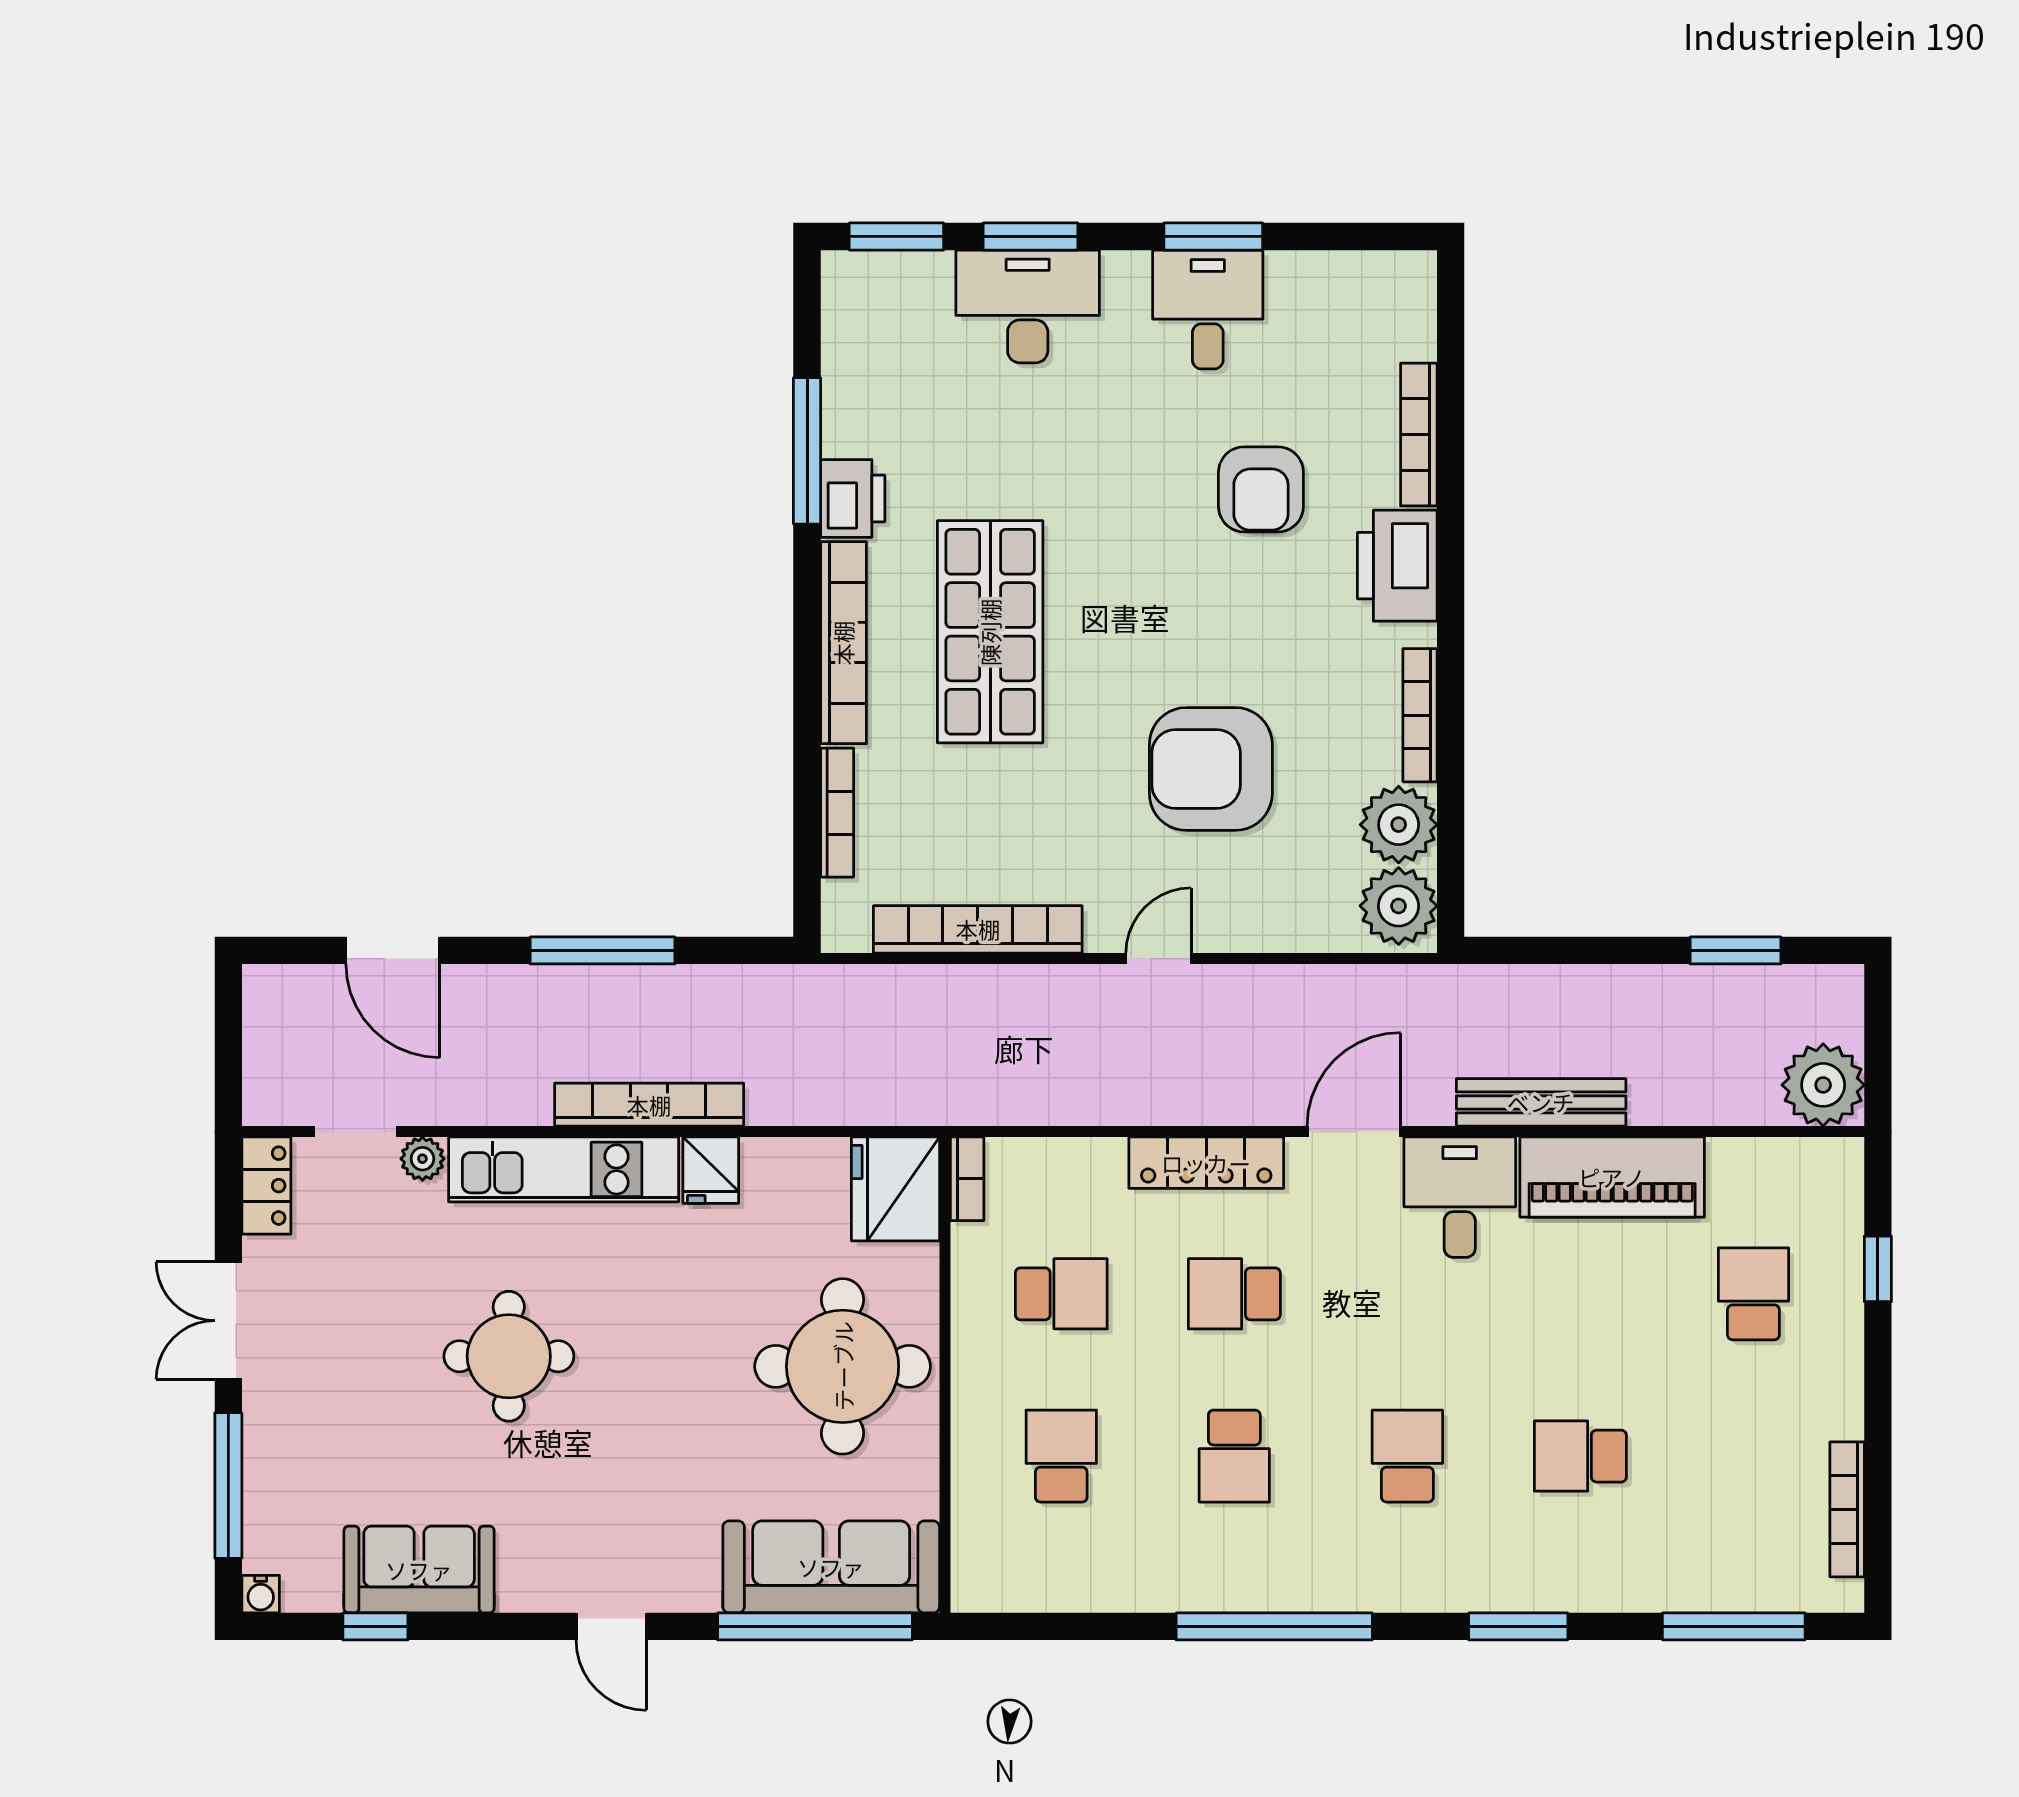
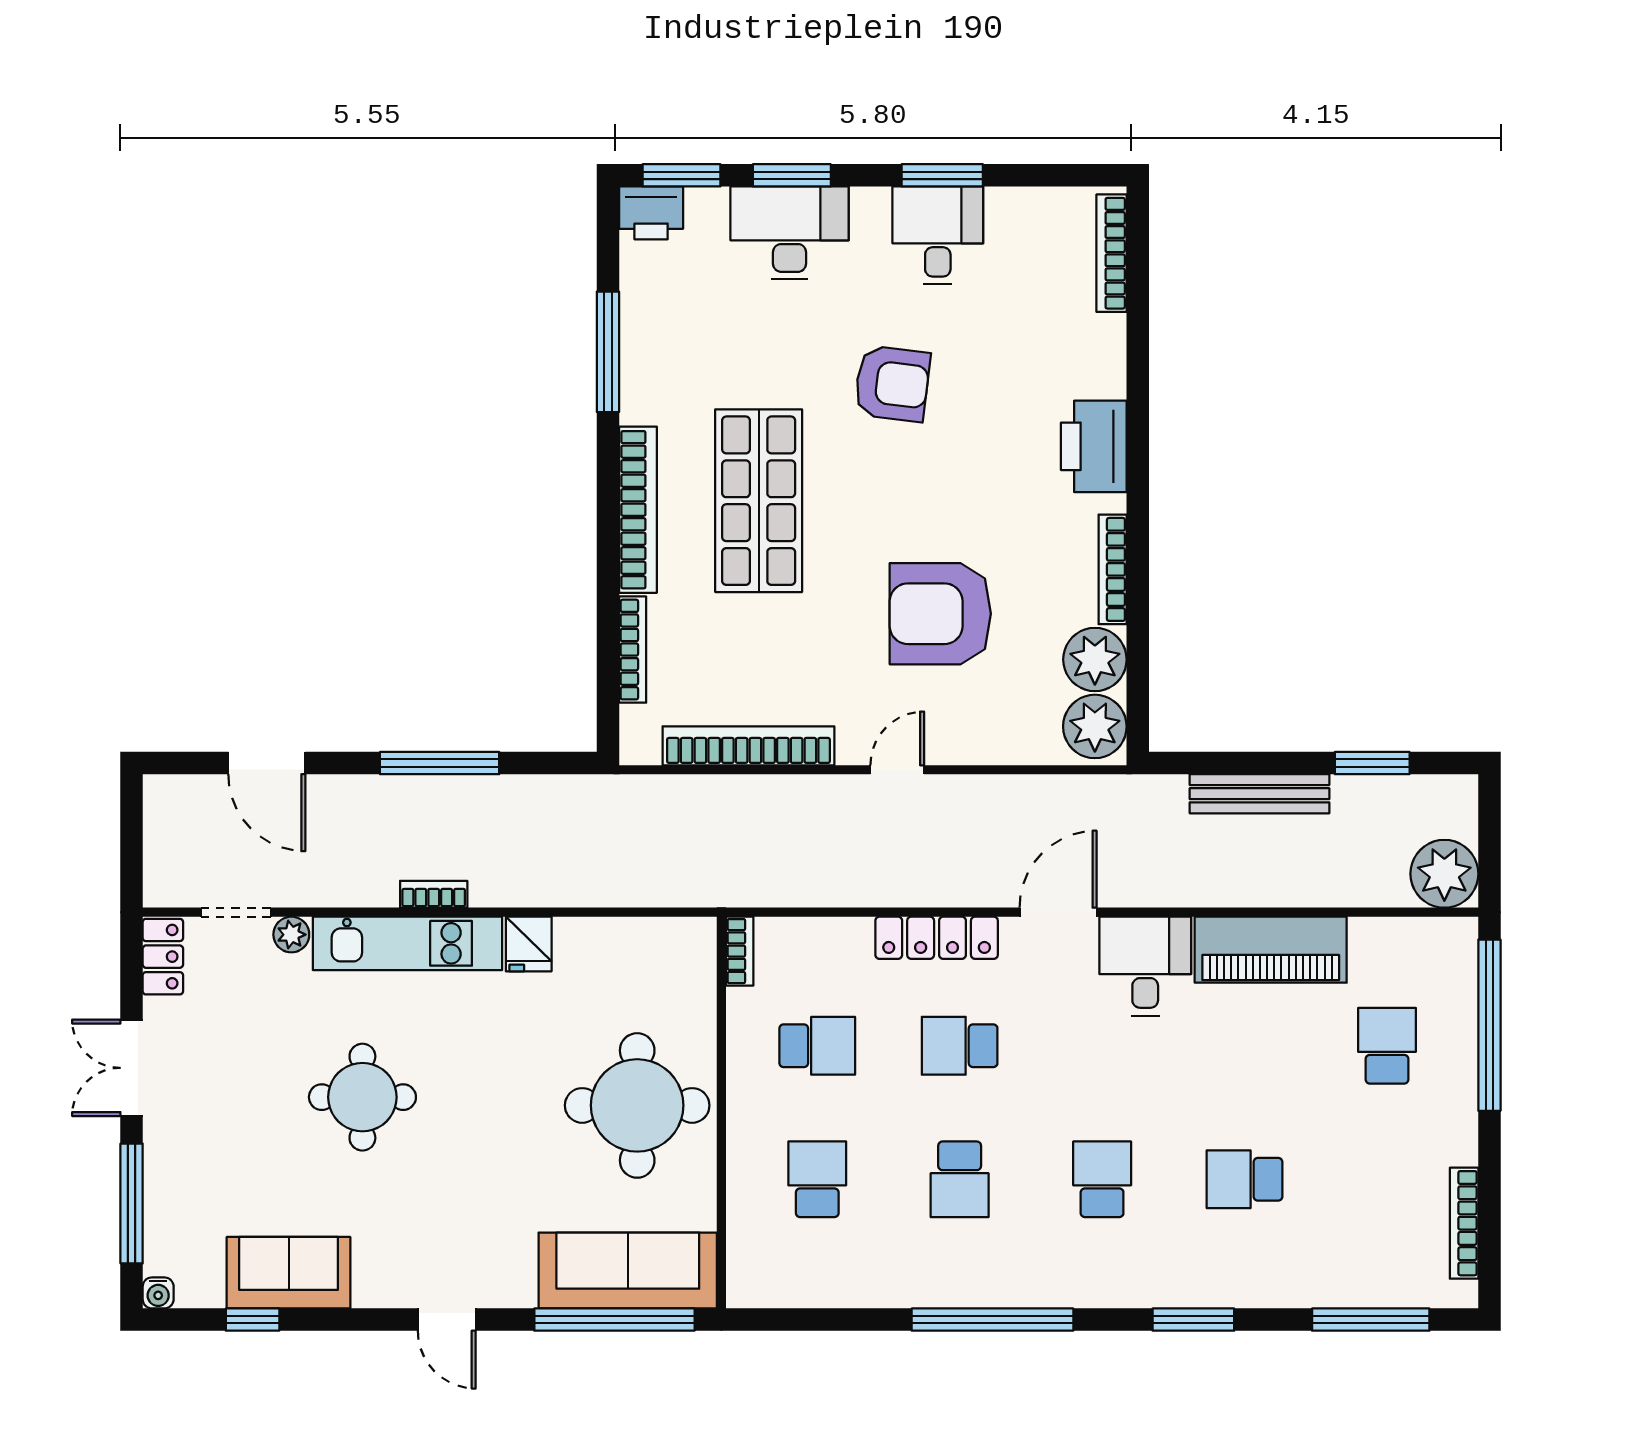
bookcase: (1419, 435) -> (1112, 253), moved
armchair: (1261, 489) -> (892, 384), moved, turned -83
printer: (853, 498) -> (651, 213), moved, turned 90
bench: (1541, 1102) -> (1259, 794), moved
bookcase: (649, 1105) -> (434, 894), width x0.43, depth x0.76
fridge: (895, 1189) -> (681, 959), removed
window: (1878, 1269) -> (1489, 1025), width x3.17

